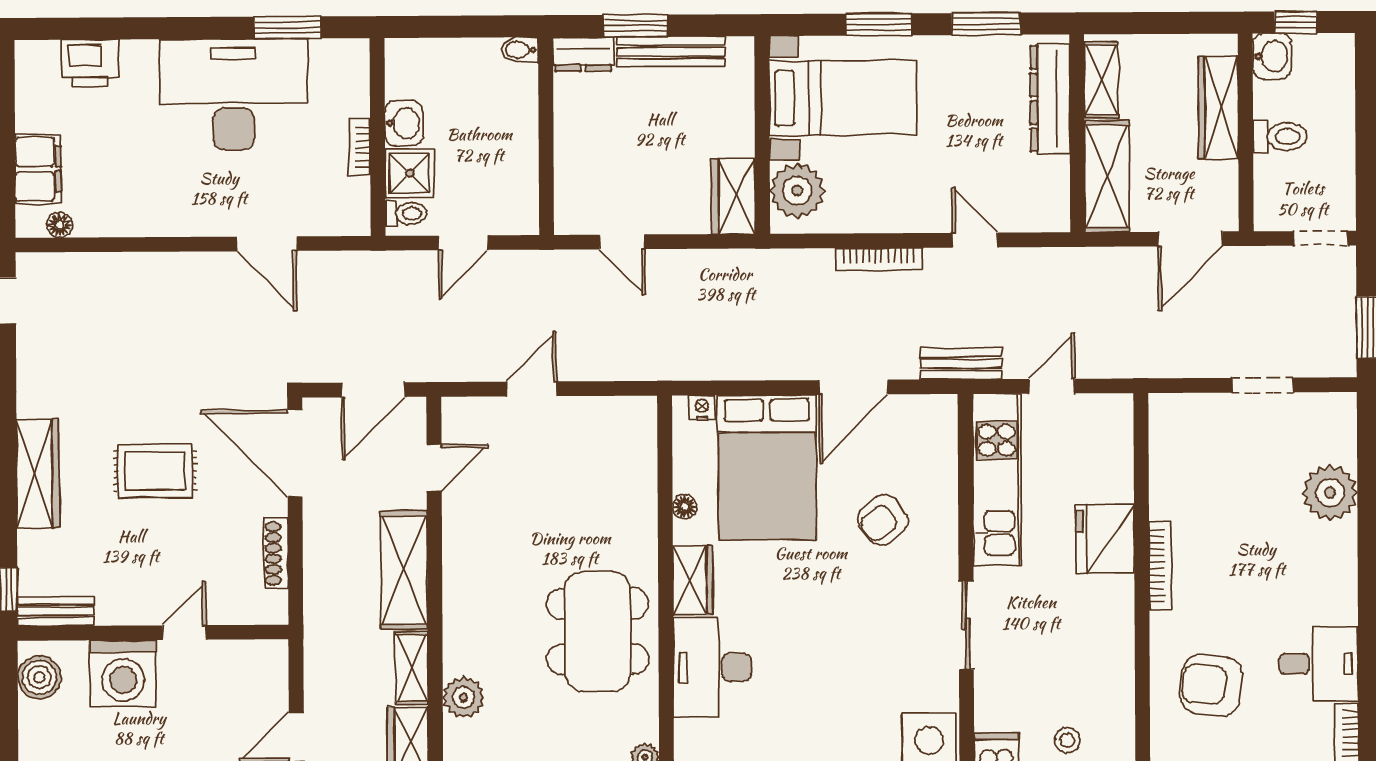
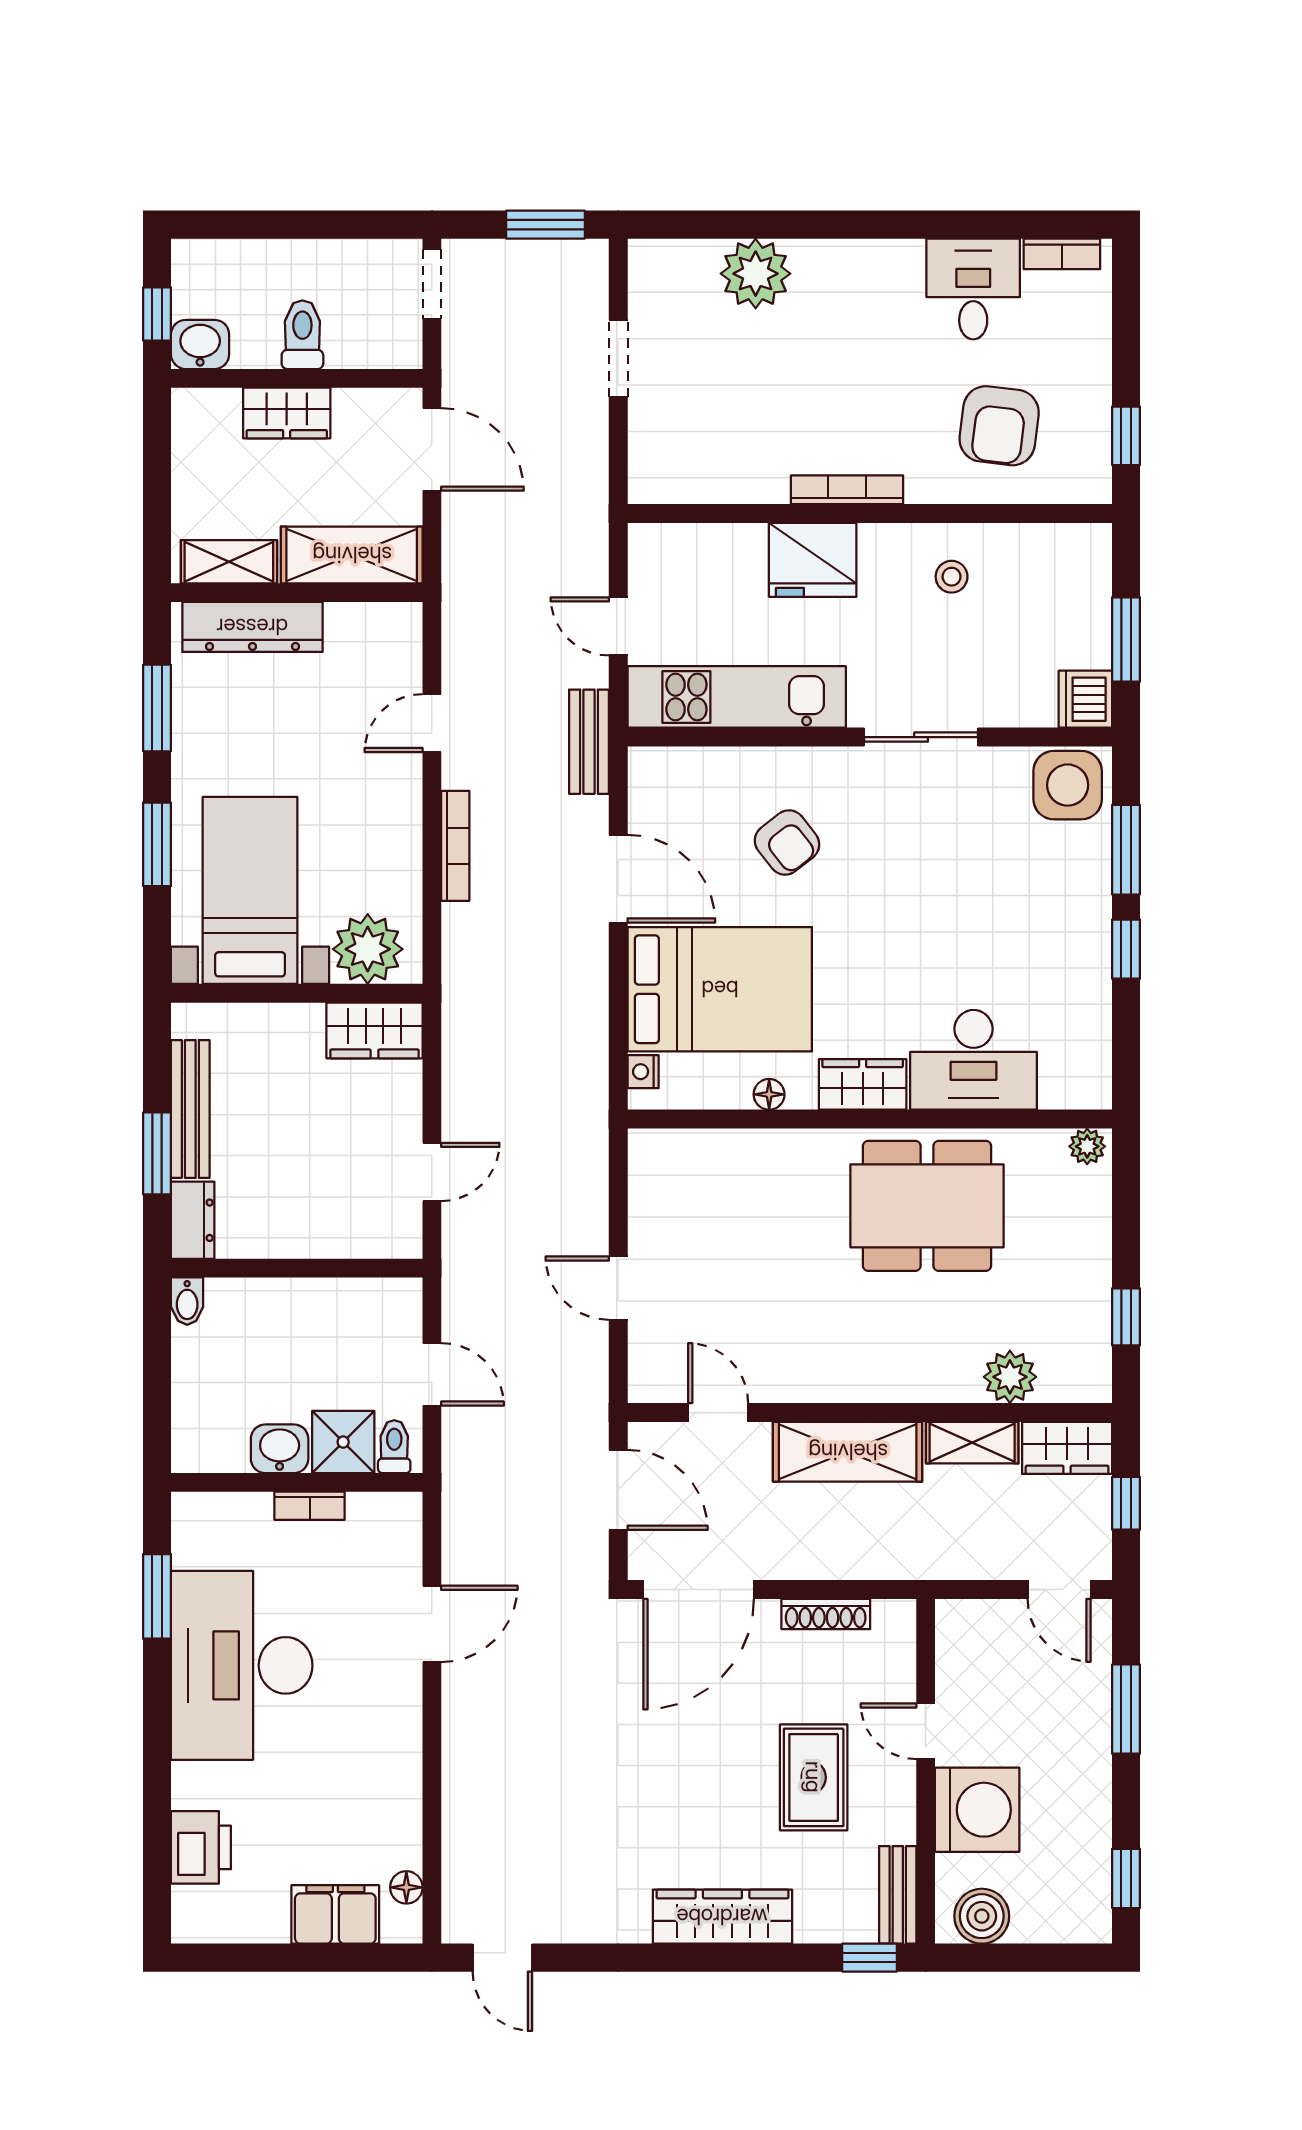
wardrobe: (1218, 108) -> (287, 413), width x0.67
rug: (155, 471) -> (814, 1777), moved
stool: (1067, 740) -> (952, 577), moved

